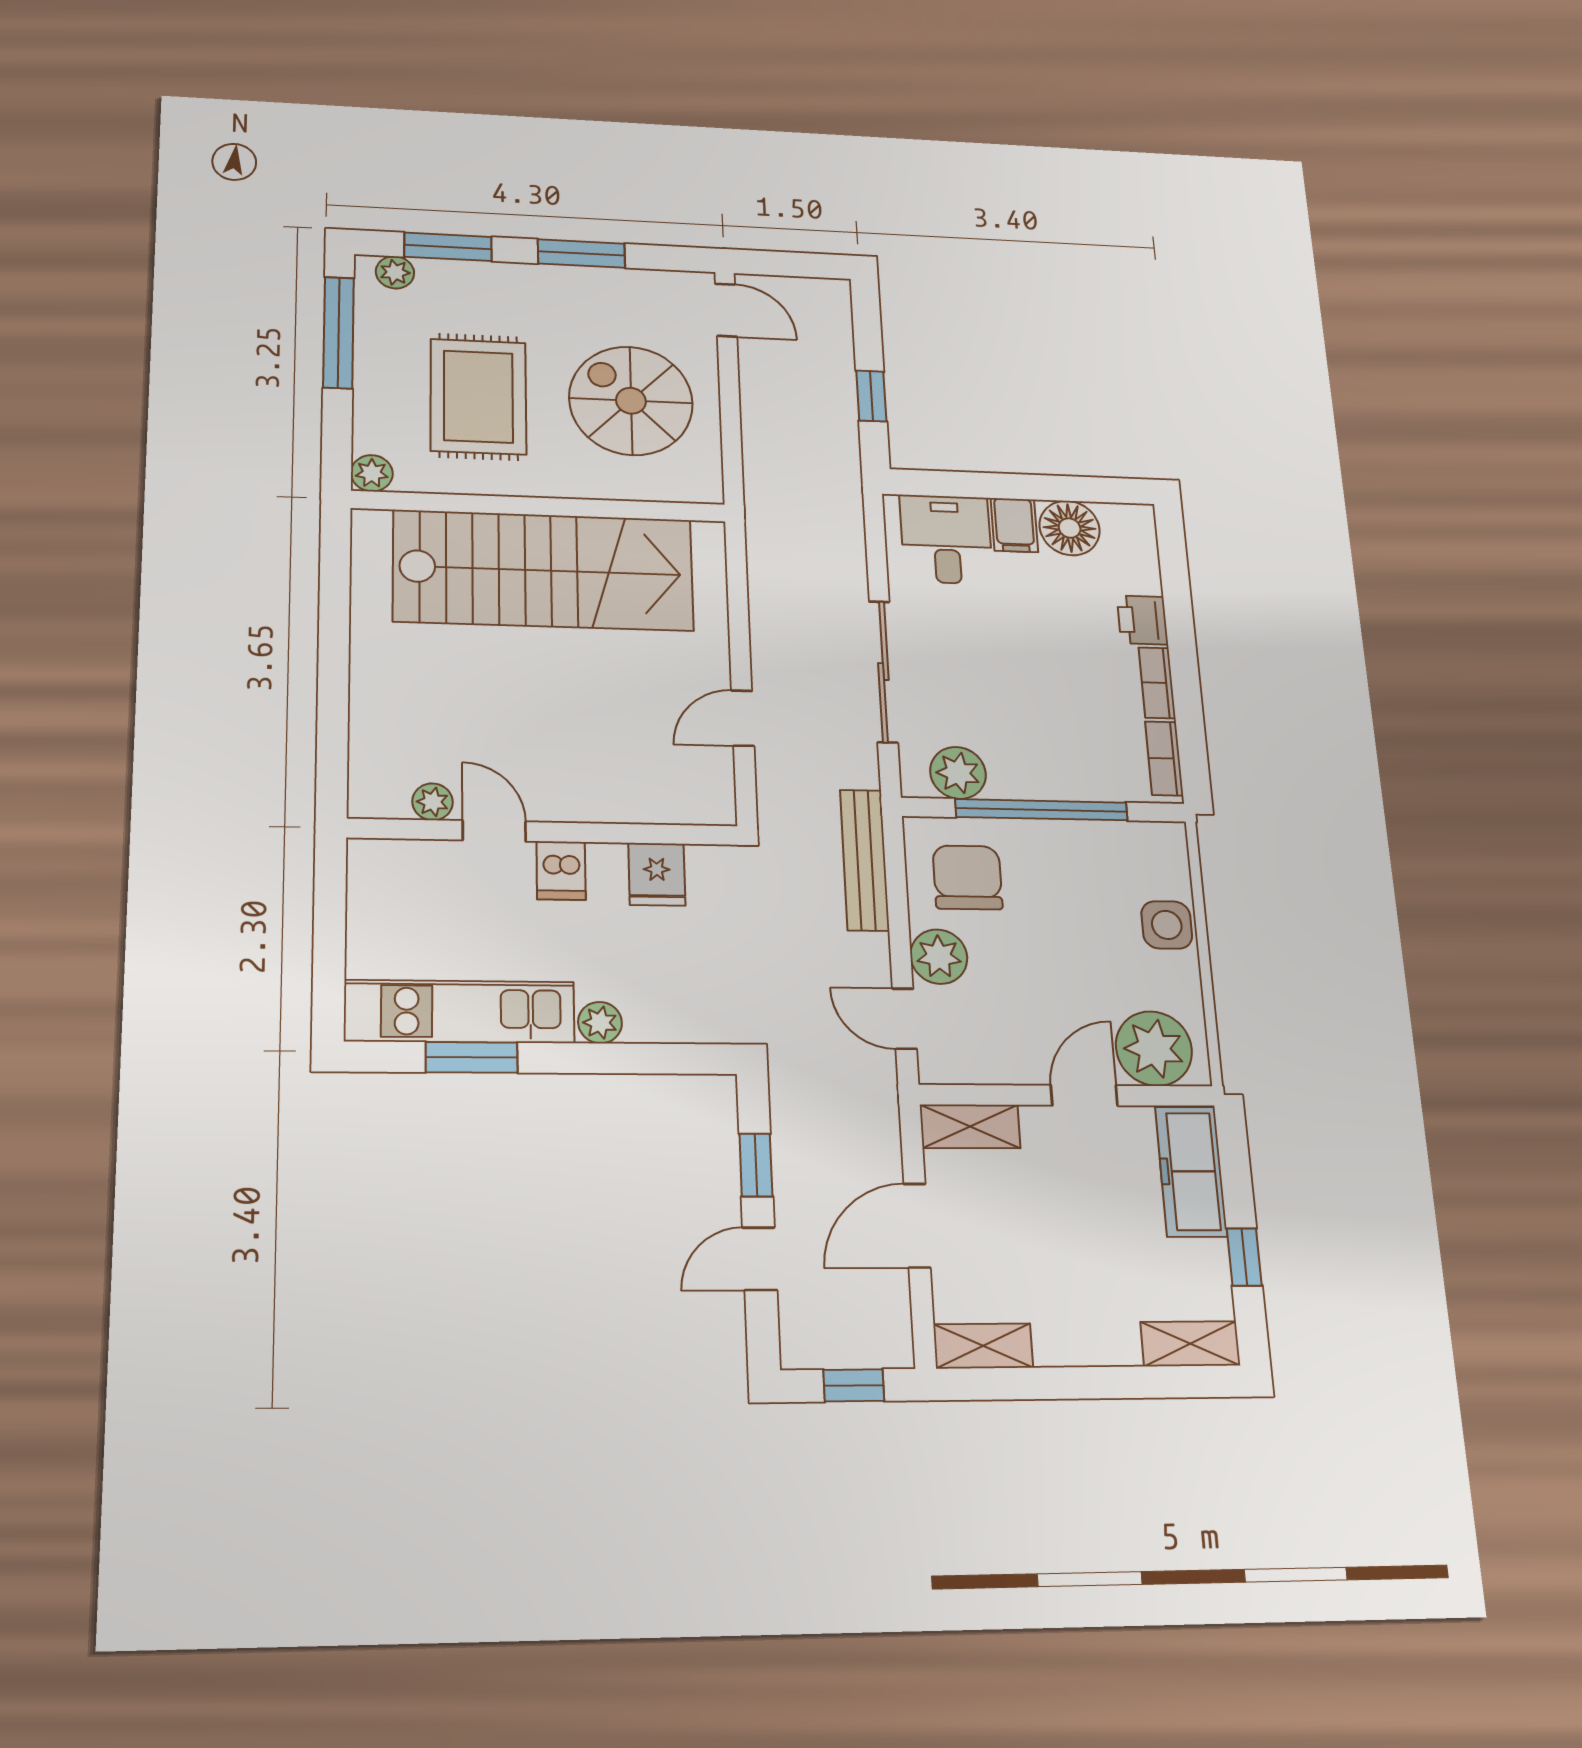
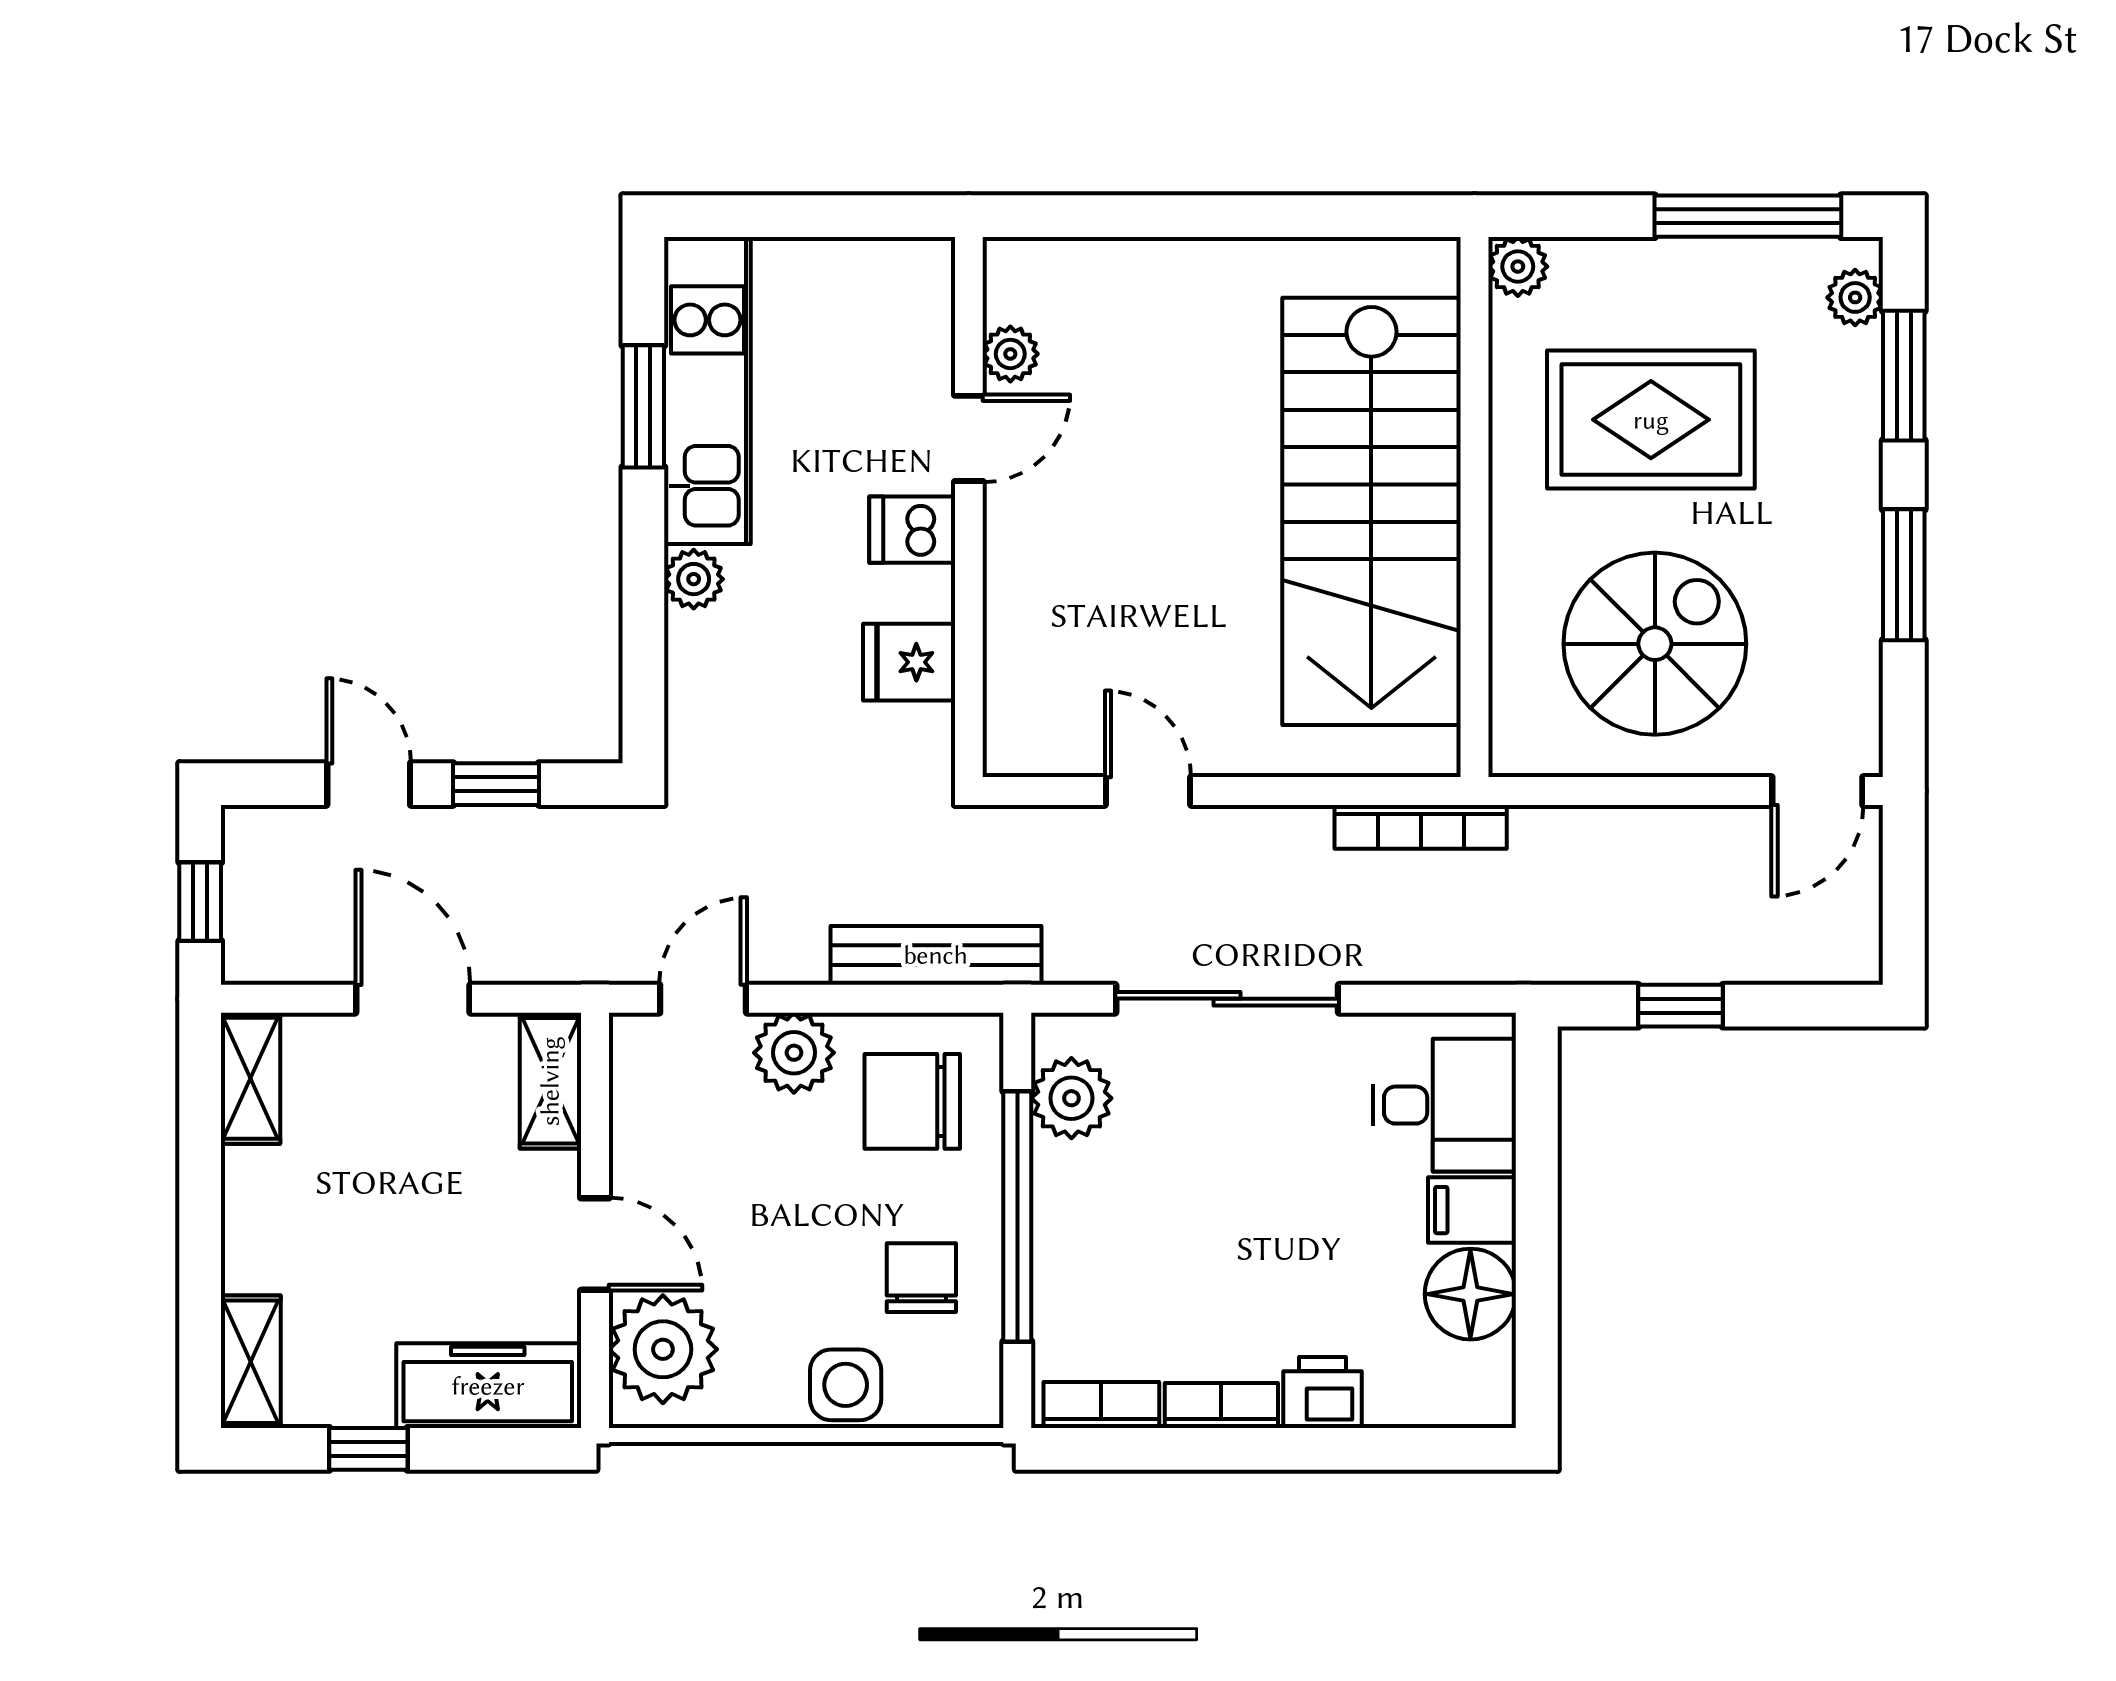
bookcase: (760, 547) -> (1421, 827), added
chair: (1089, 873) -> (921, 1278), added
chair: (967, 877) -> (912, 1101), turned 180

